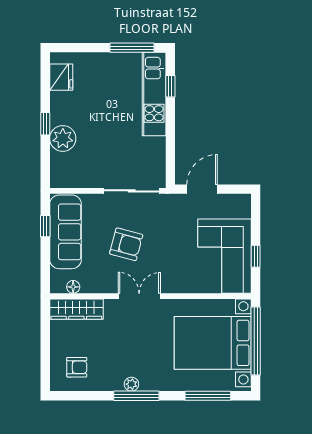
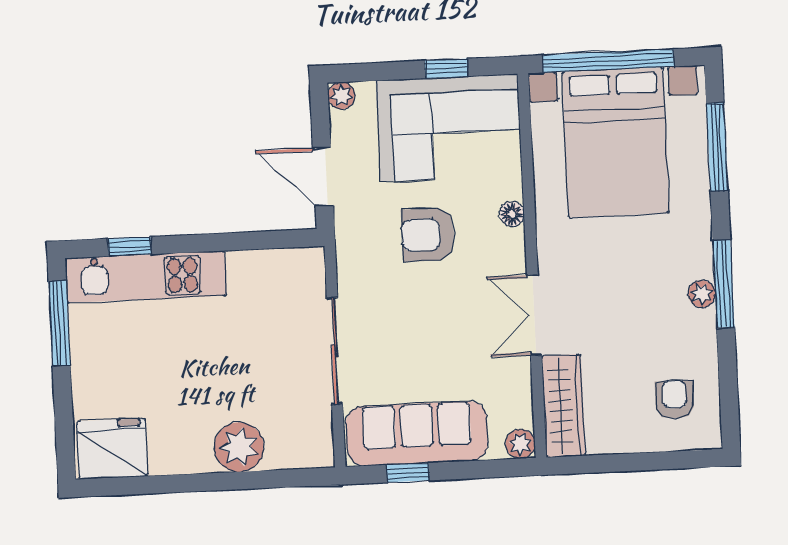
fridge: (61, 77) -> (112, 449), width x1.36, depth x1.34
window: (45, 124) -> (212, 482), removed
sliding door: (132, 191) -> (335, 351), moved
plant: (244, 201) -> (341, 96), added
armchair: (126, 244) -> (428, 235), moved, turned -105
plant: (58, 286) -> (520, 444), added
floor lamp: (73, 287) -> (512, 214), moved
double door: (139, 296) -> (534, 315), moved

